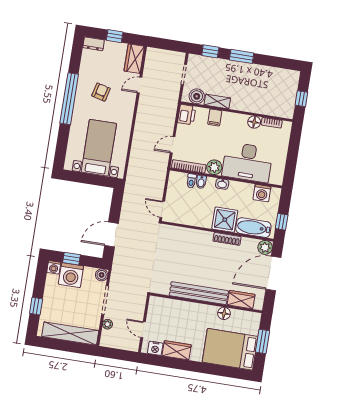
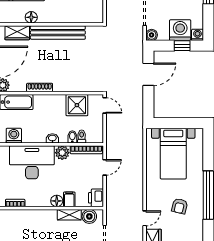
floor lamp: (254, 122) -> (57, 201), moved
shower: (225, 220) -> (77, 105), moved

